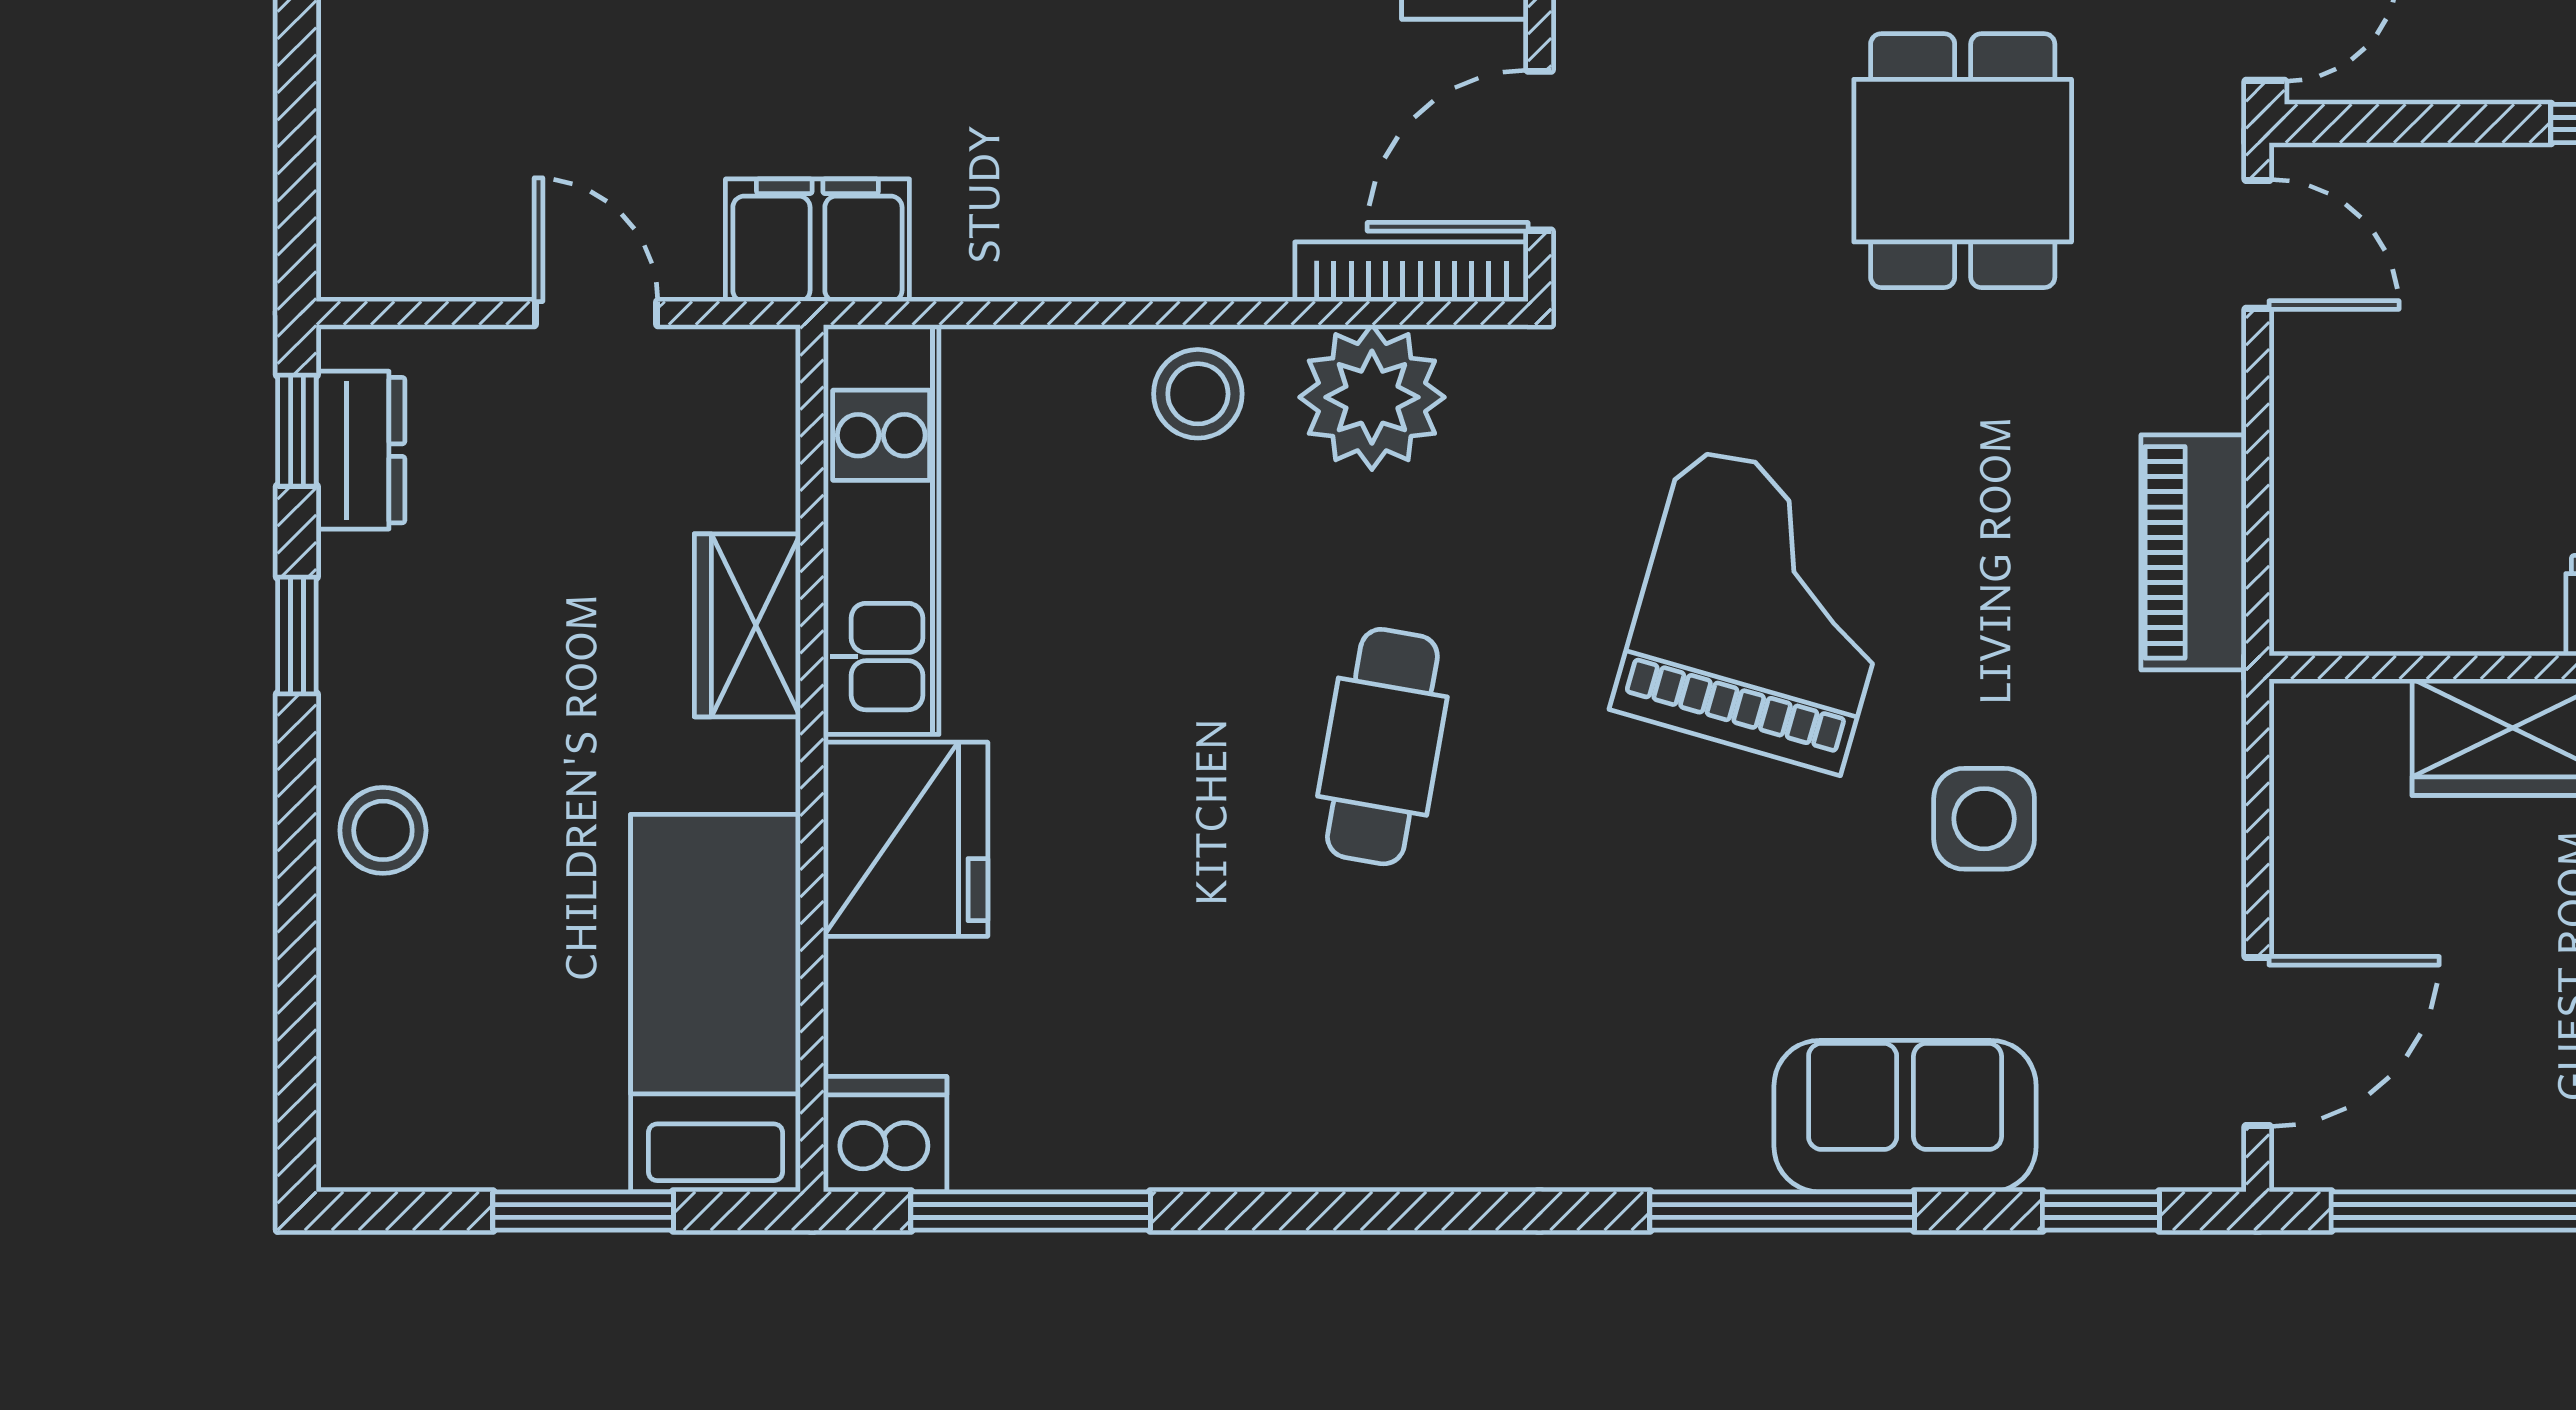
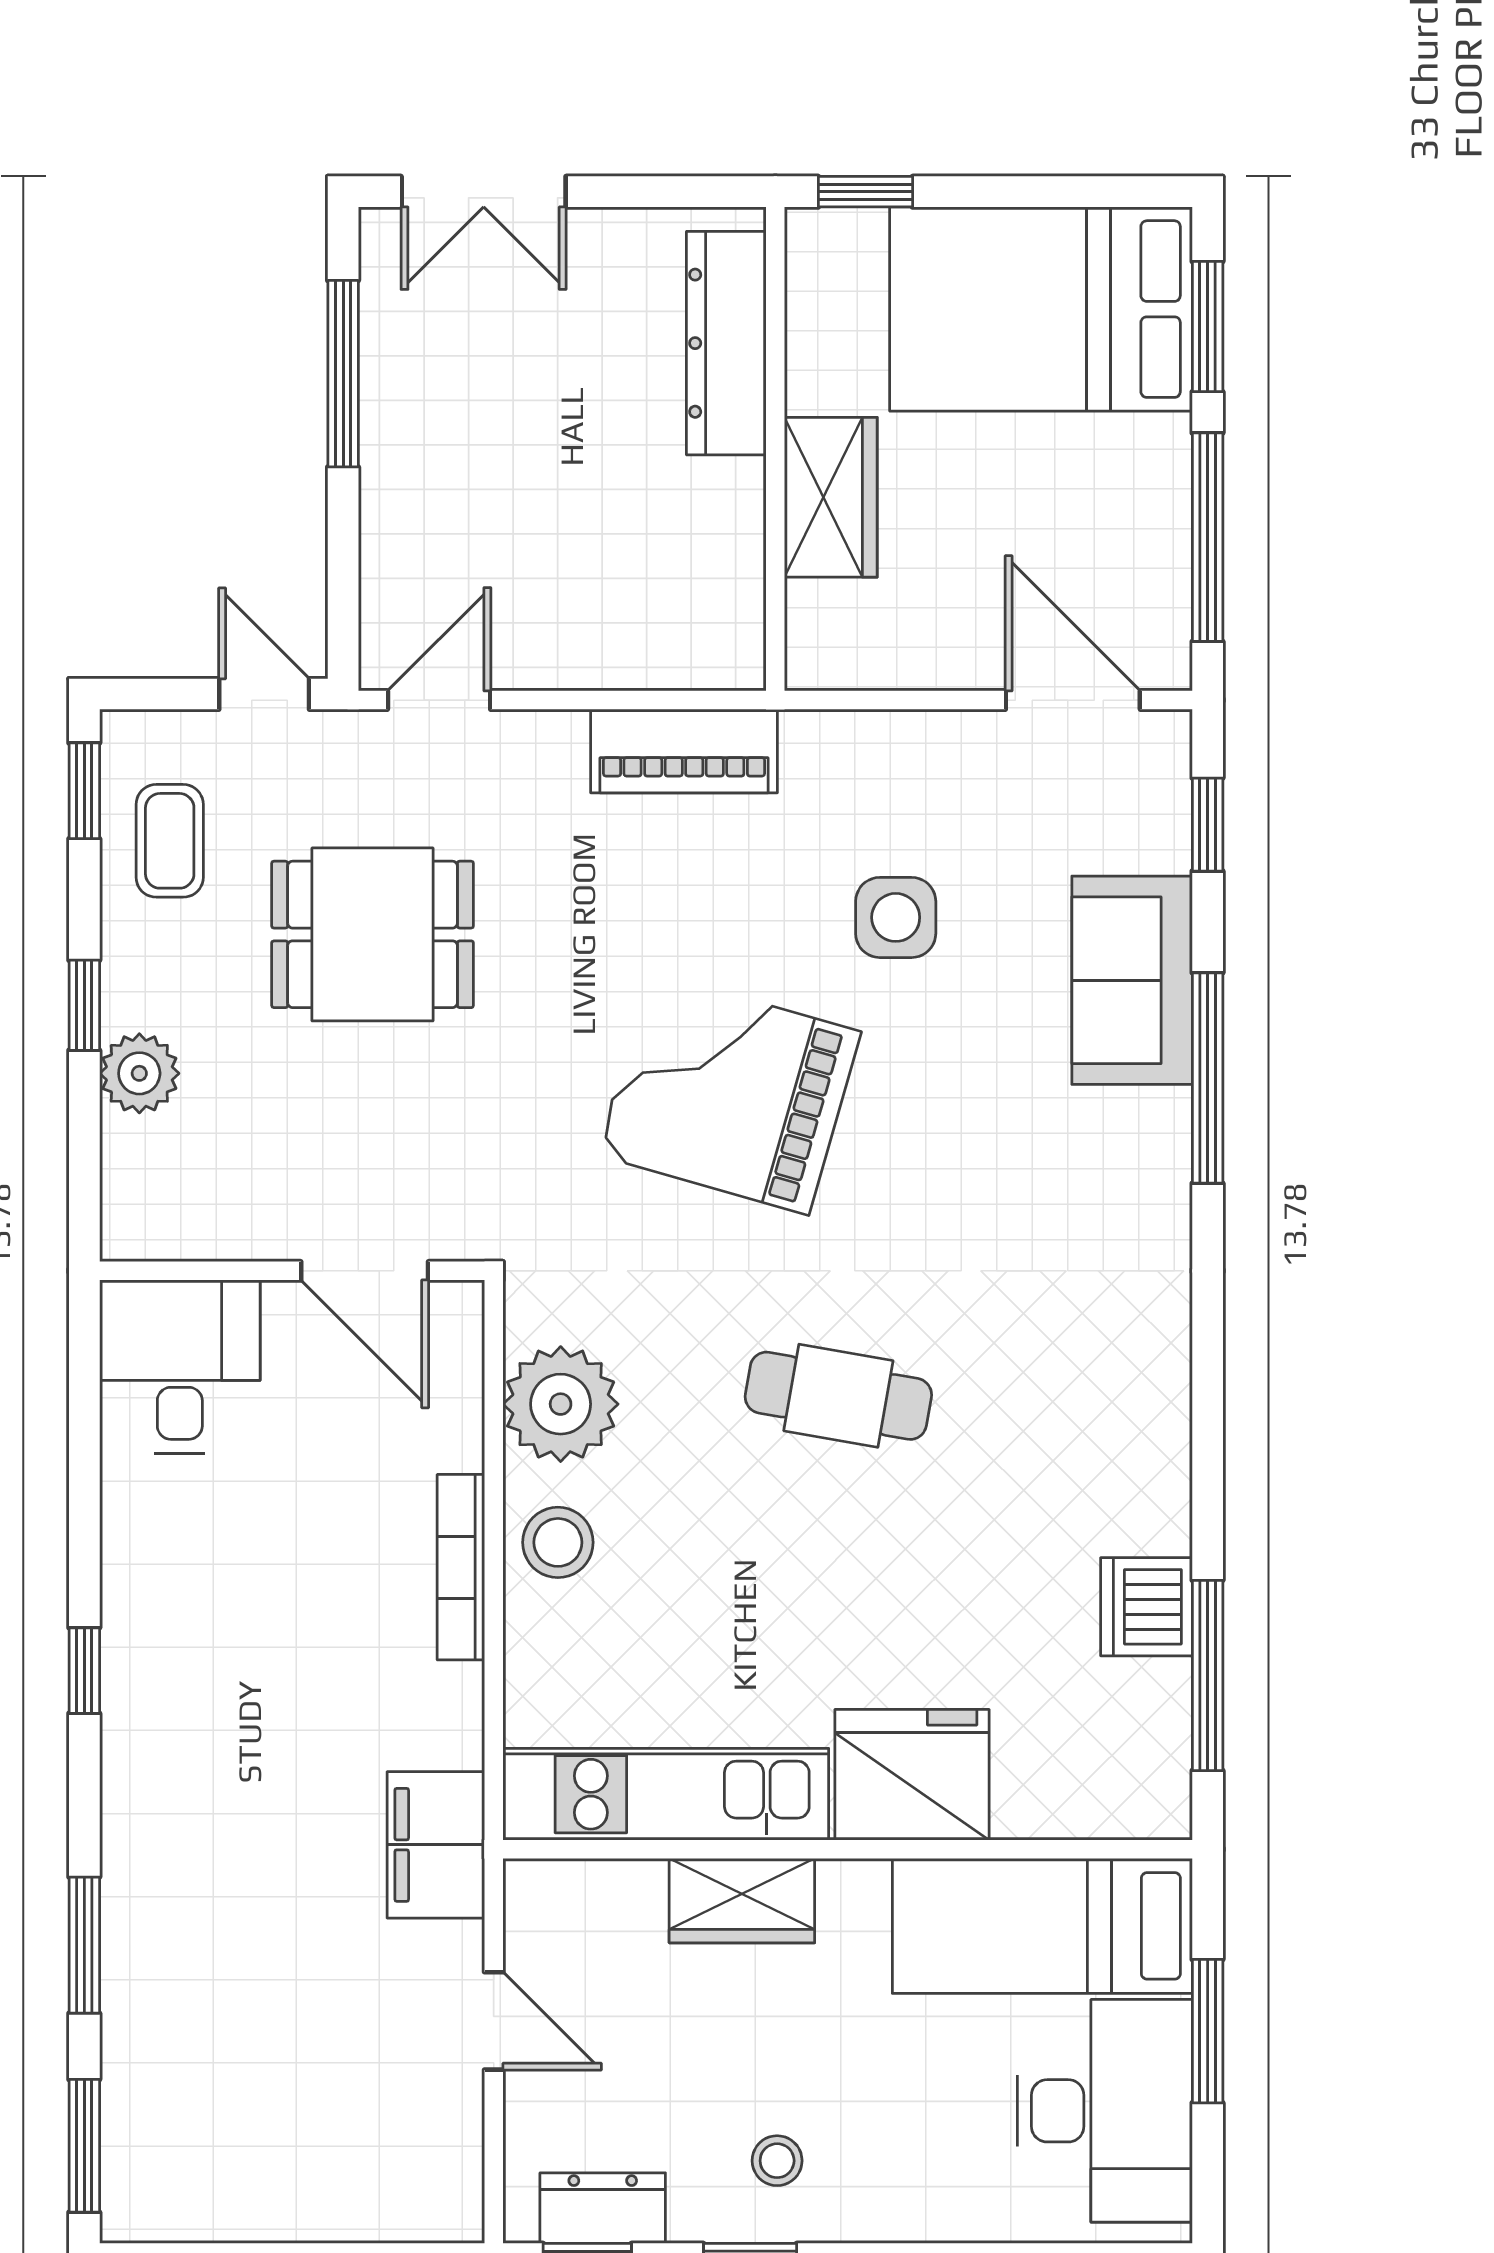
bookcase: (1411, 272) -> (461, 1567), moved
door: (596, 313) -> (494, 2021), swing flipped
stool: (383, 830) -> (777, 2161), moved, width x0.73, depth x0.73
desk: (483, 1082) -> (1105, 2111), added
dishwasher: (885, 1134) -> (1146, 1607), moved

